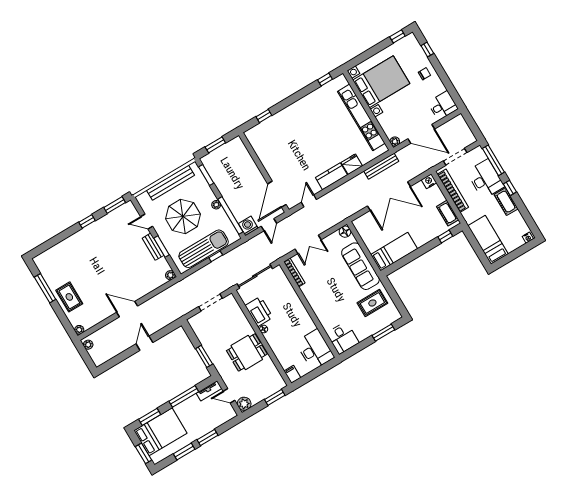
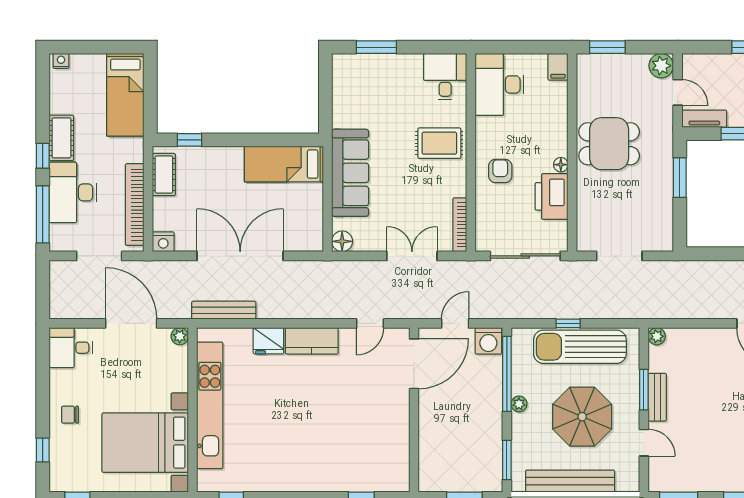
rug: (372, 303) -> (439, 143), moved
armchair: (290, 309) -> (500, 171), added

